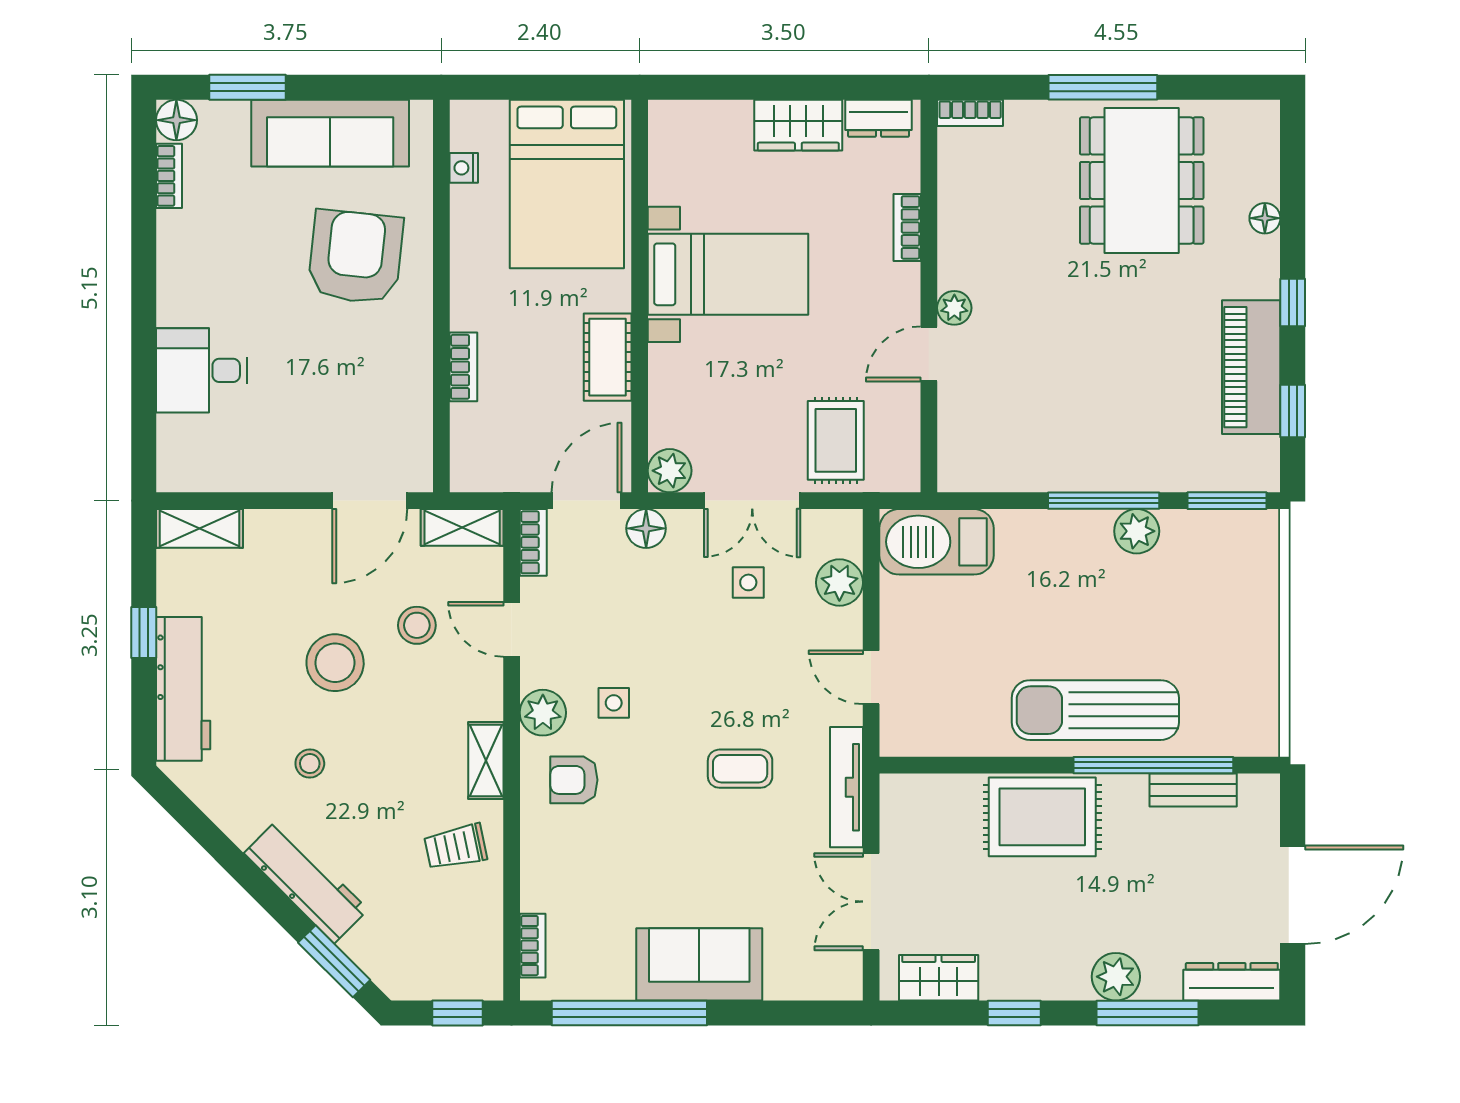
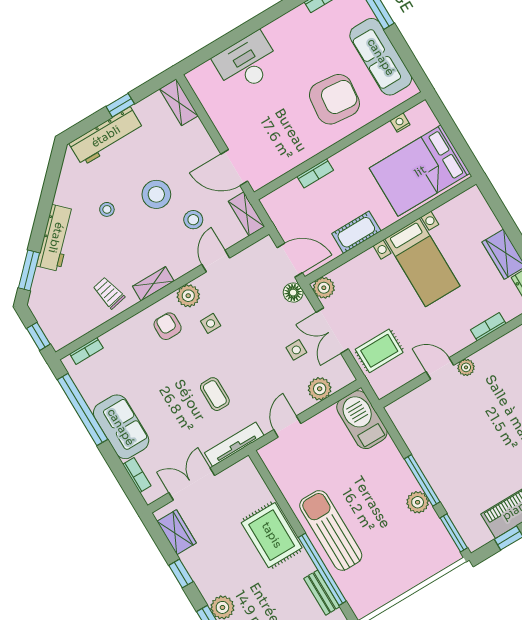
desk: (202, 370) -> (247, 63), width x1.37
bookcase: (533, 542) -> (137, 475), moved, turned -90

